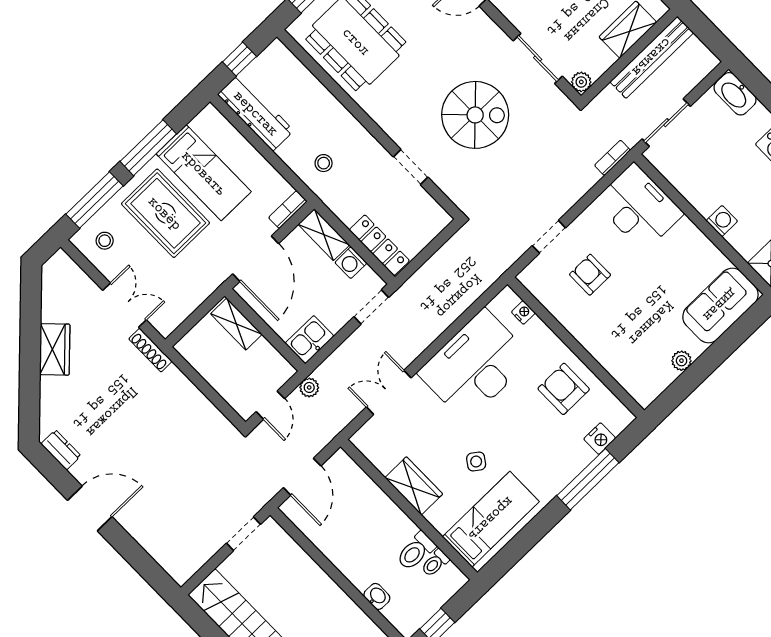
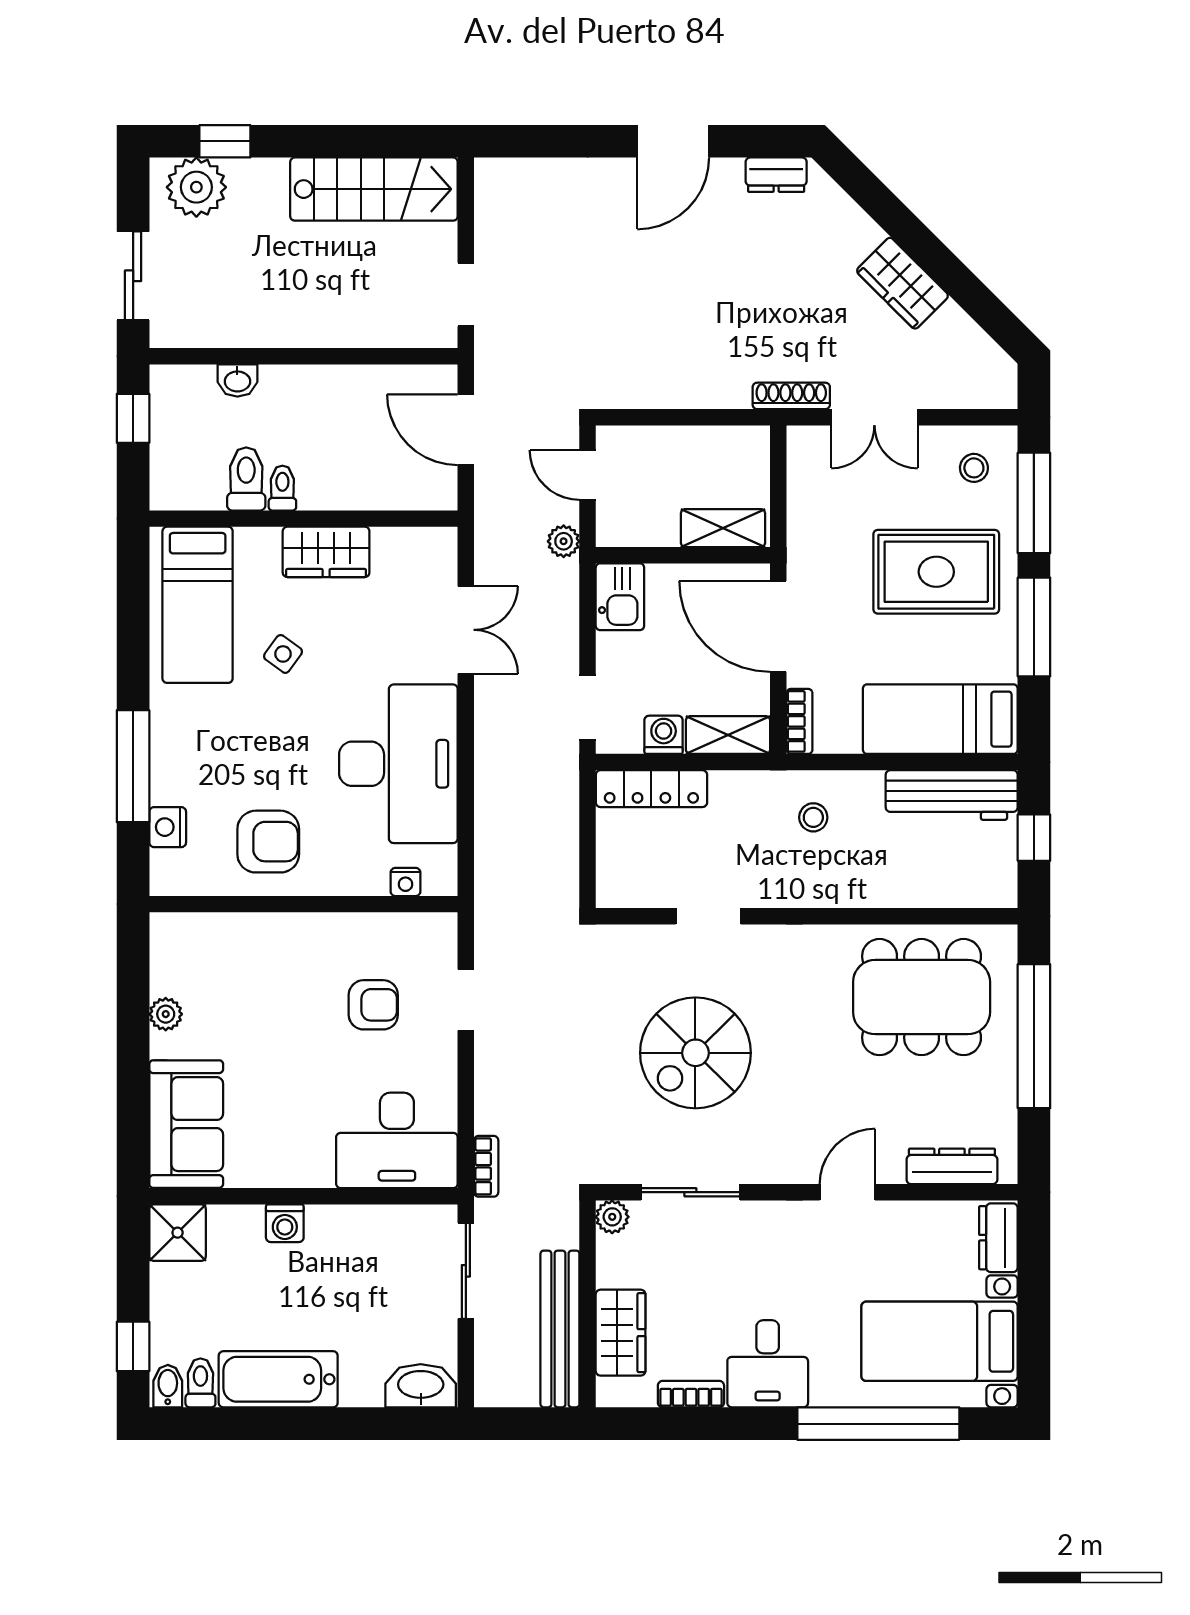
bed: (204, 173) -> (940, 719), moved
toilet: (435, 563) -> (282, 488), moved

